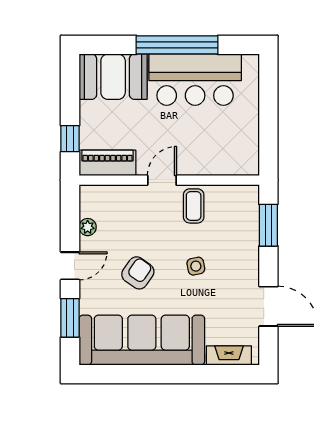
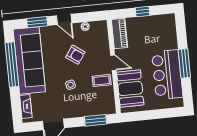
window: (177, 45) -> (184, 63), width x0.68
booth: (113, 77) -> (130, 89), moved
window: (70, 139) -> (142, 12), moved
armchair: (138, 273) -> (75, 55), moved
window: (146, 374) -> (12, 64), added

